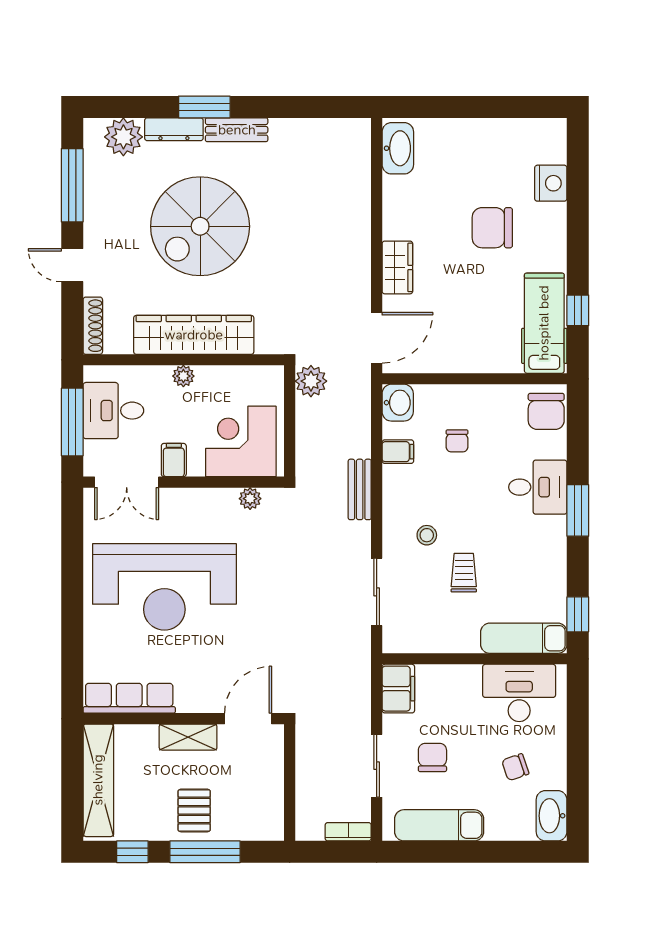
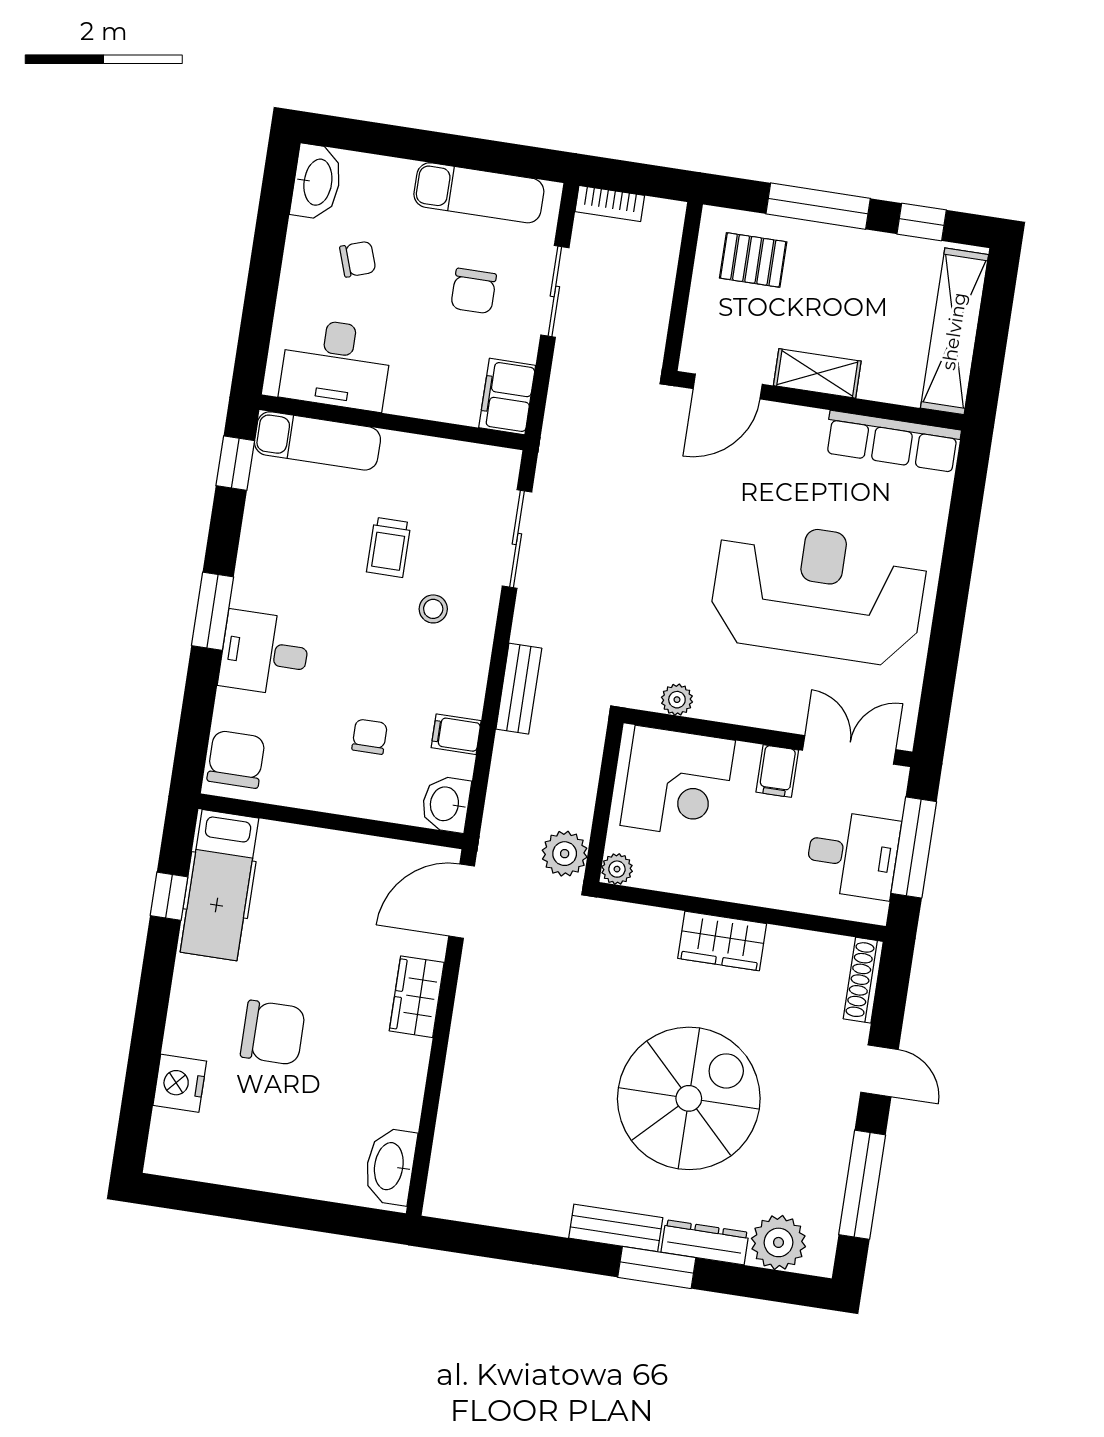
wardrobe: (194, 335) -> (722, 941), width x0.48, depth x0.85
plant: (183, 376) -> (617, 869), moved
pallet: (194, 810) -> (753, 260), moved, turned 90

